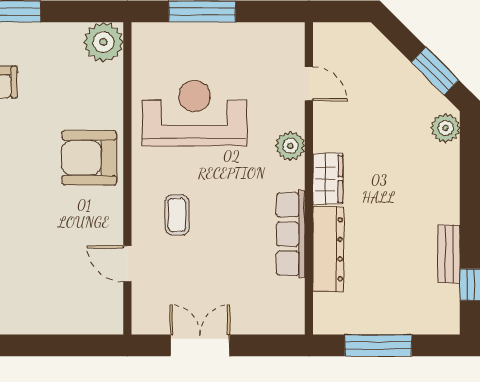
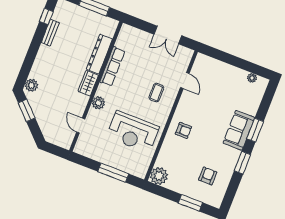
armchair: (89, 158) -> (183, 130), width x0.53, depth x0.53

